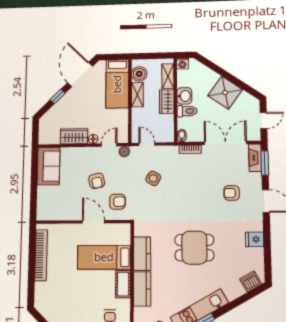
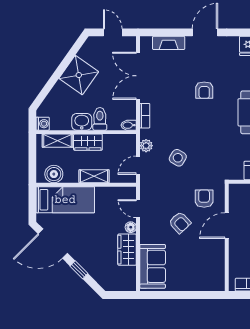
shelving: (137, 95) -> (94, 176), moved
plant: (124, 152) -> (146, 146), moved
fireplace: (255, 158) -> (169, 43), moved
window: (265, 163) -> (162, 32), removed
sofa: (49, 166) -> (153, 266), moved, turned 90
armchair: (97, 181) -> (180, 222), turned 60
armchair: (232, 193) -> (204, 90), moved

